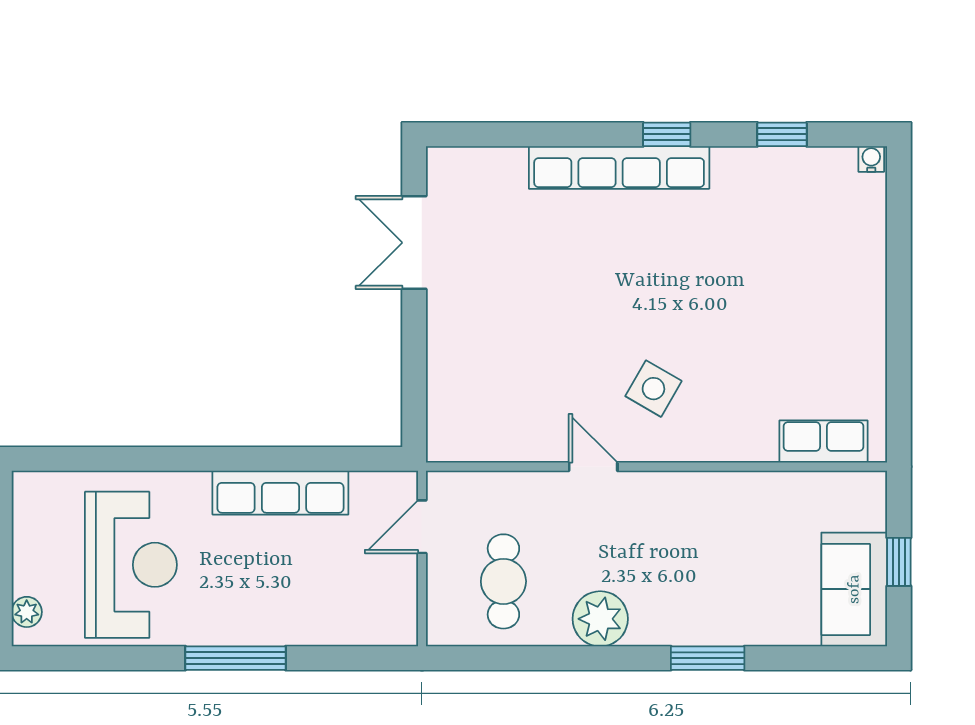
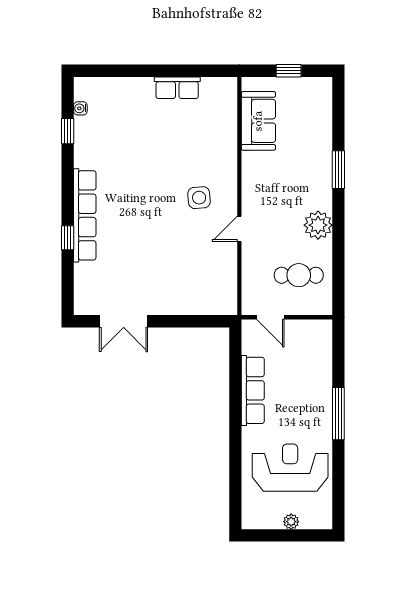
window: (667, 134) -> (68, 238), moved
water cooler: (871, 159) -> (80, 108), moved
side table: (653, 389) -> (199, 198), turned -35
row of seats: (824, 442) -> (177, 88), moved, turned -90
sofa: (854, 589) -> (258, 121), moved, turned -90
plant: (27, 612) -> (291, 522), moved

